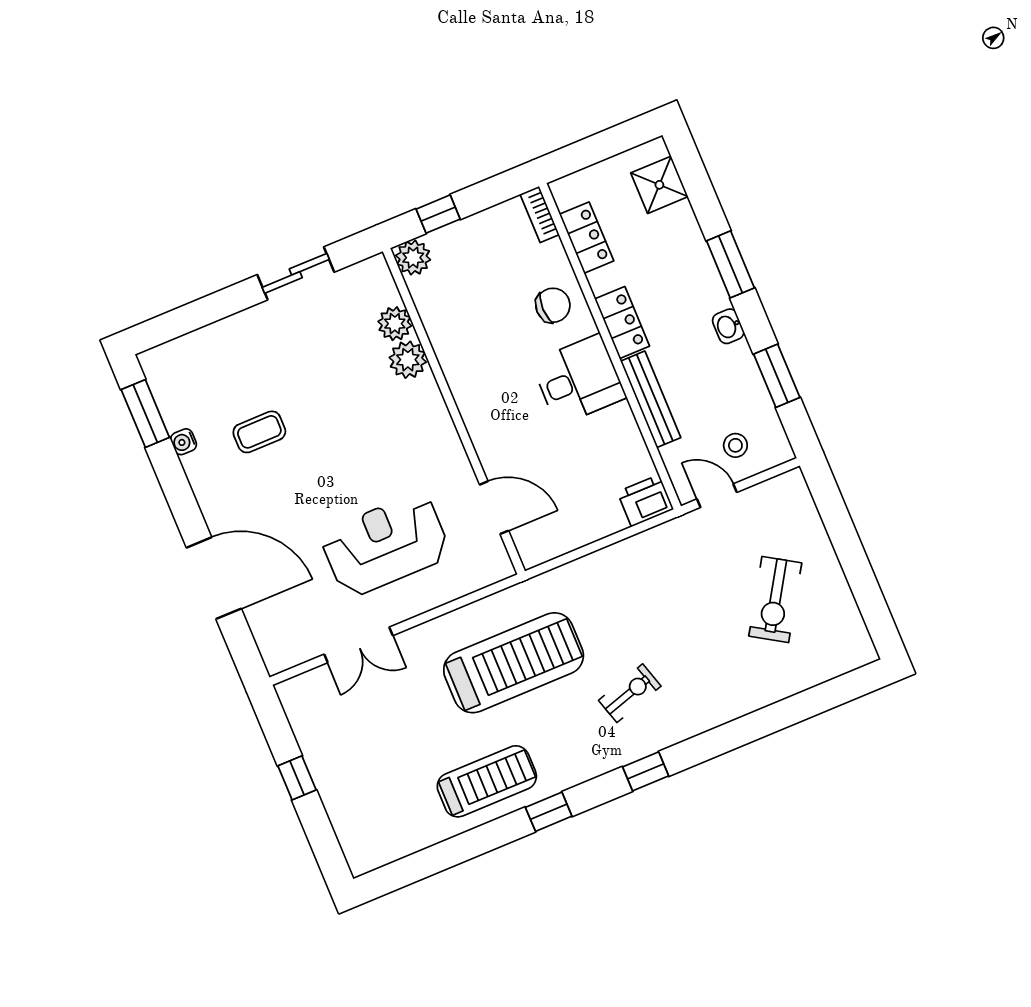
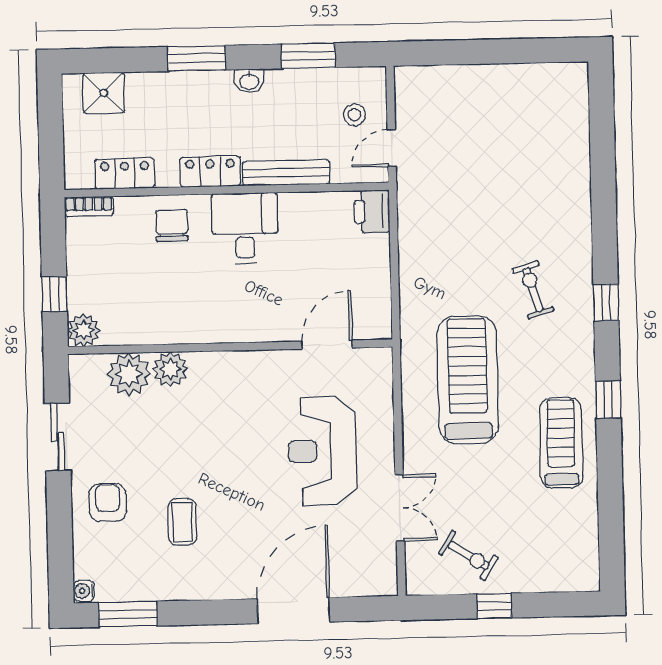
plant: (395, 324) -> (129, 374), width x1.36, depth x1.36
armchair: (250, 349) -> (108, 502), added
water cooler: (184, 442) -> (84, 591), moved, turned 90
exercise bike: (775, 600) -> (468, 555), moved, width x0.73, depth x0.72

